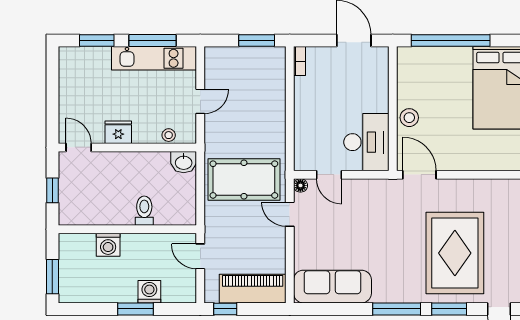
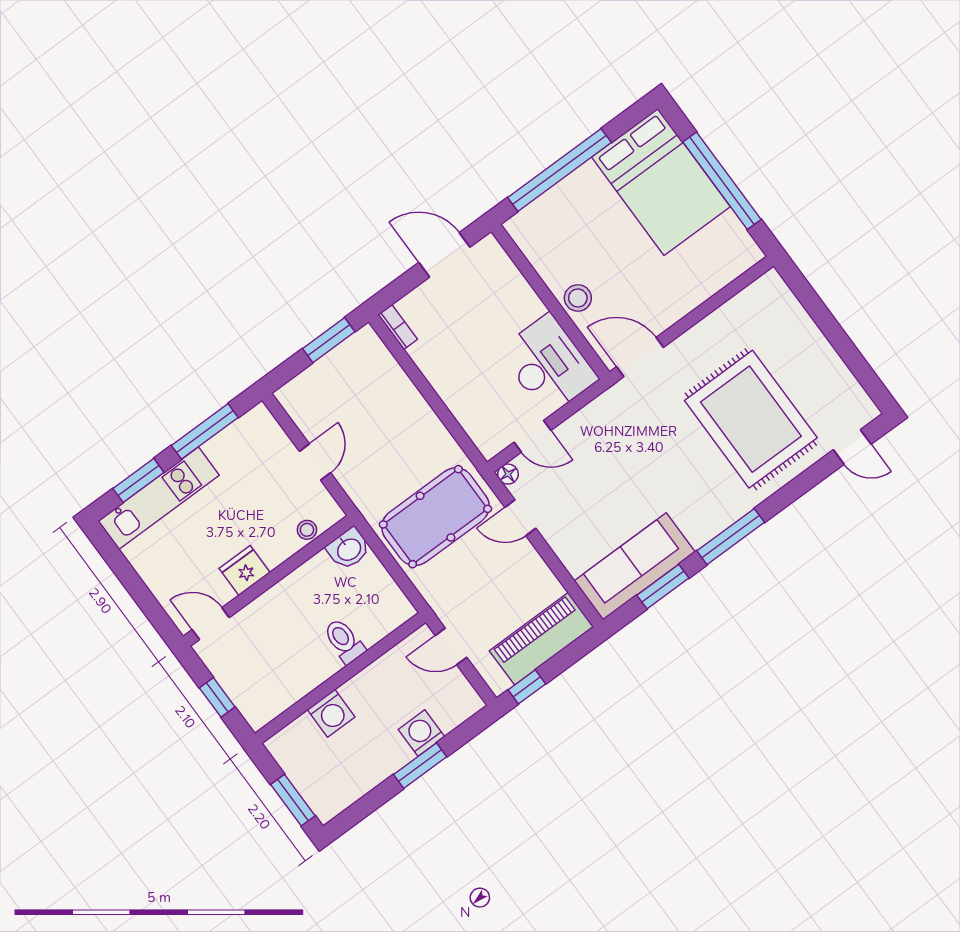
kitchen unit: (154, 58) -> (159, 498), moved
window: (449, 309) -> (663, 587), moved

